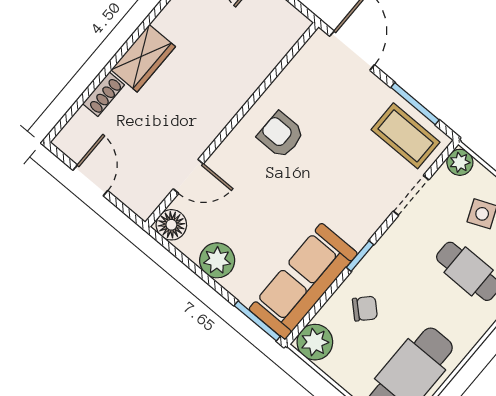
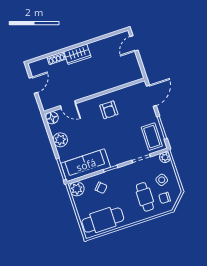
armchair: (281, 135) -> (109, 110), turned 180

